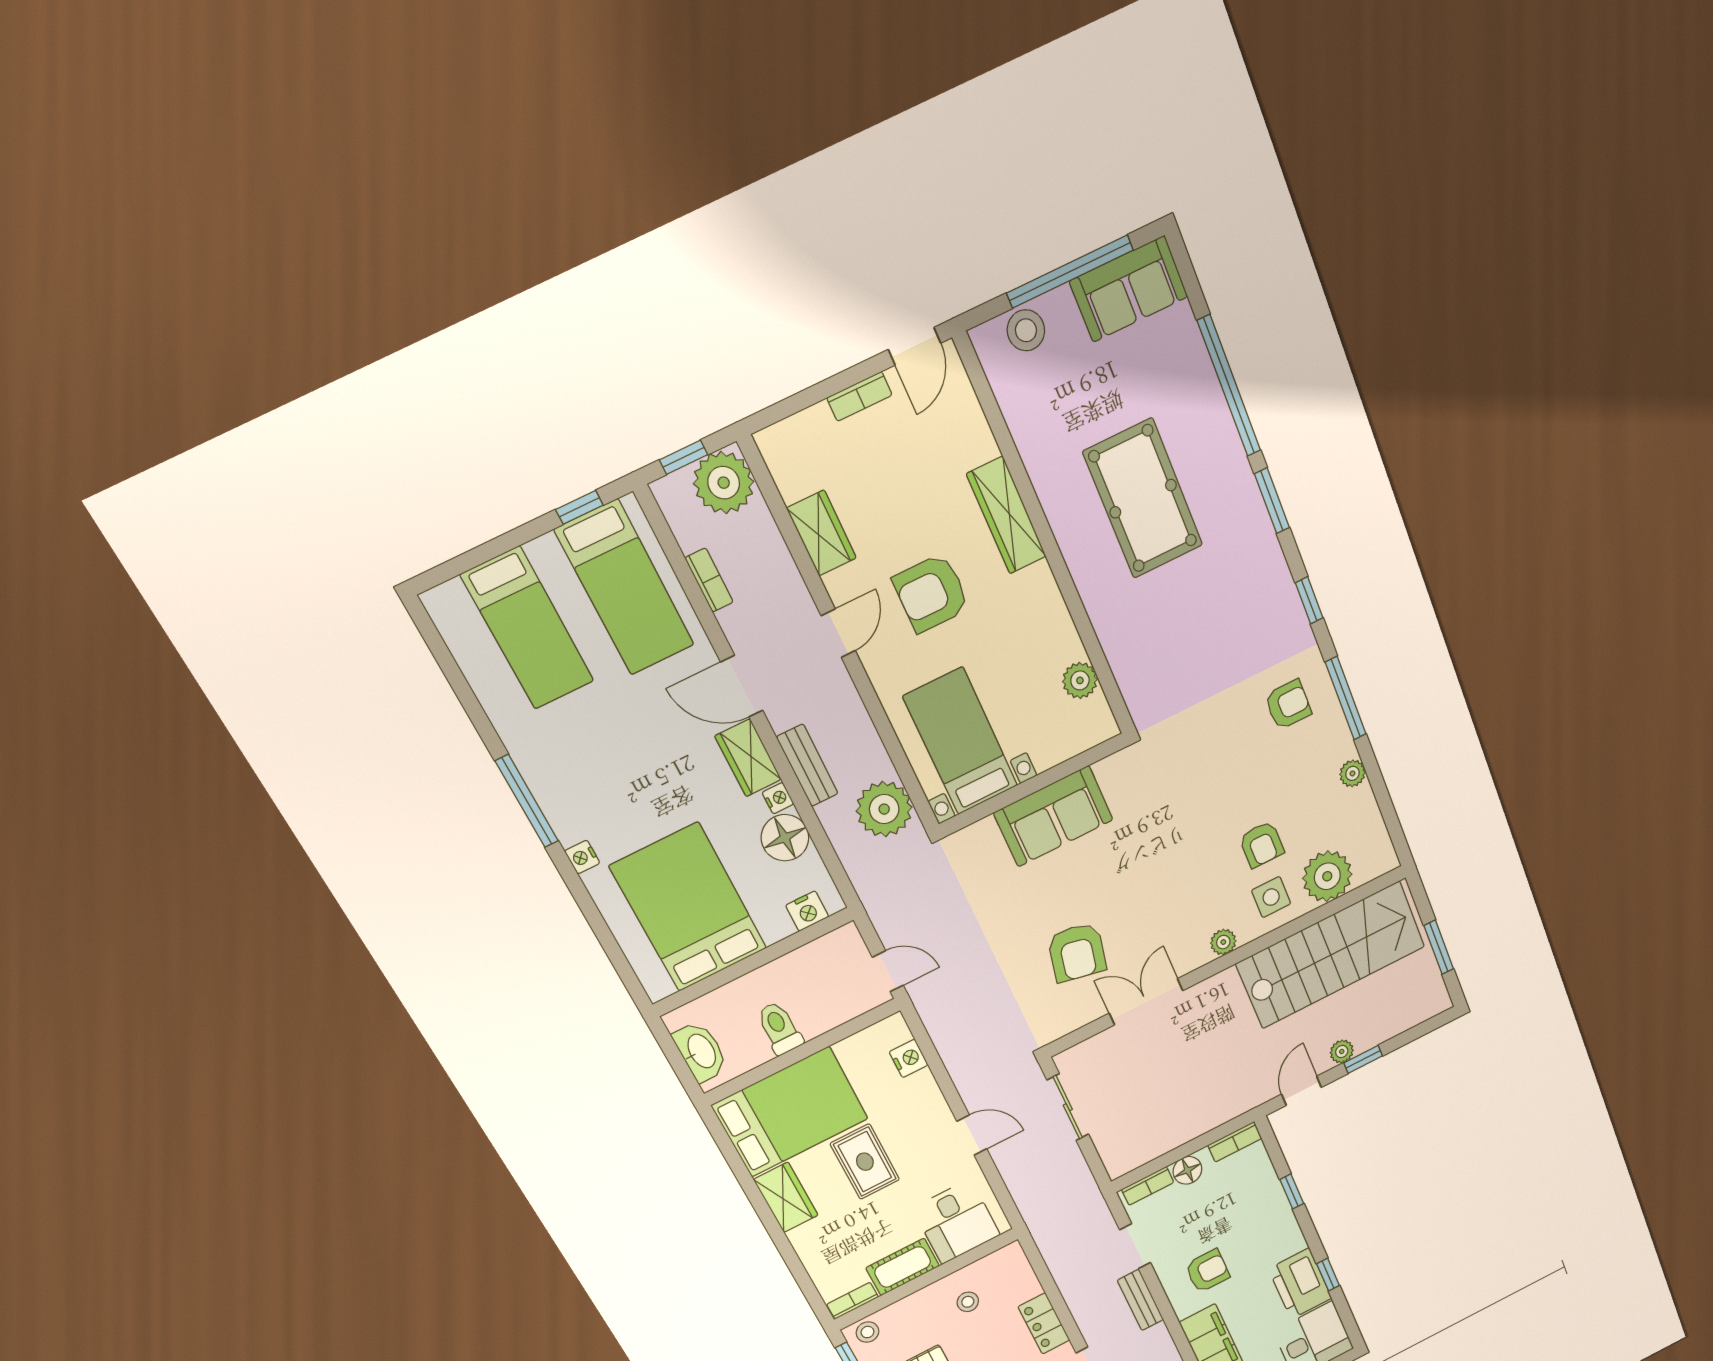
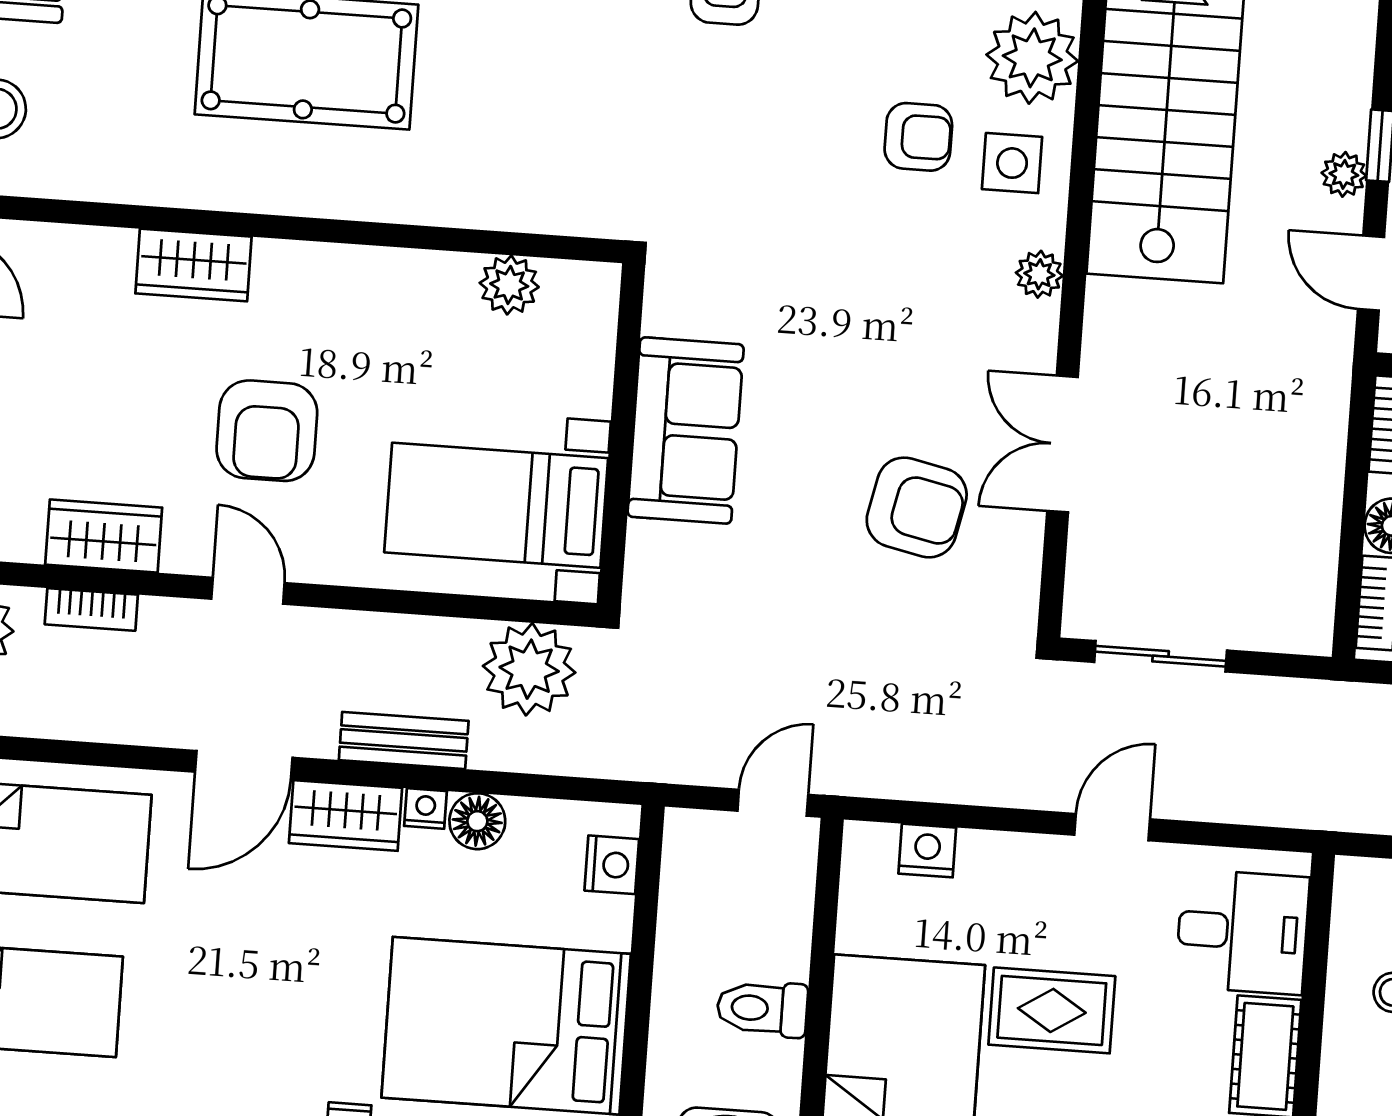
wardrobe: (1006, 515) -> (194, 265), width x0.67
bookcase: (709, 580) -> (91, 609), moved, turned 180
floor lamp: (785, 838) -> (477, 821), width x0.73, depth x0.73

